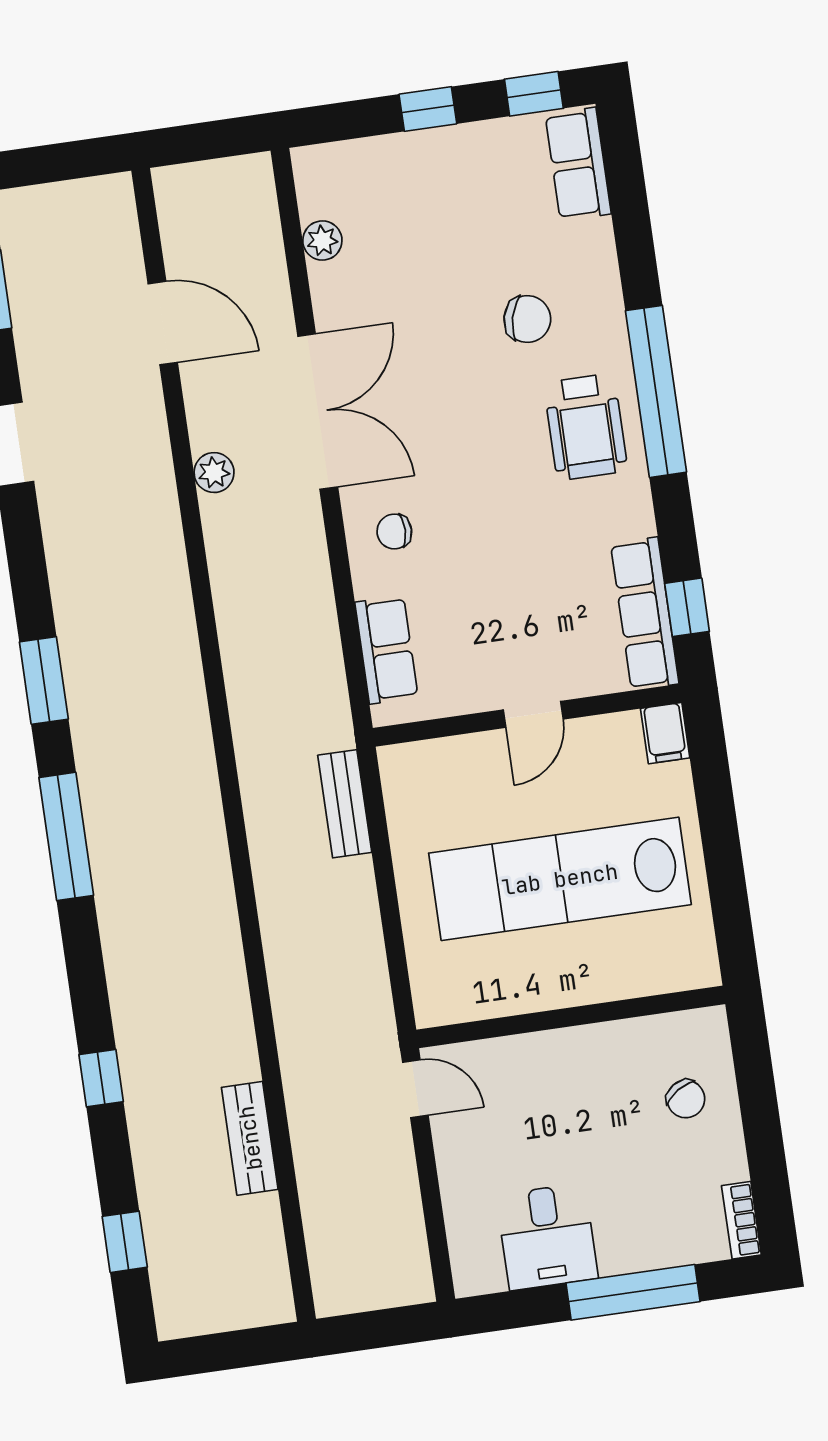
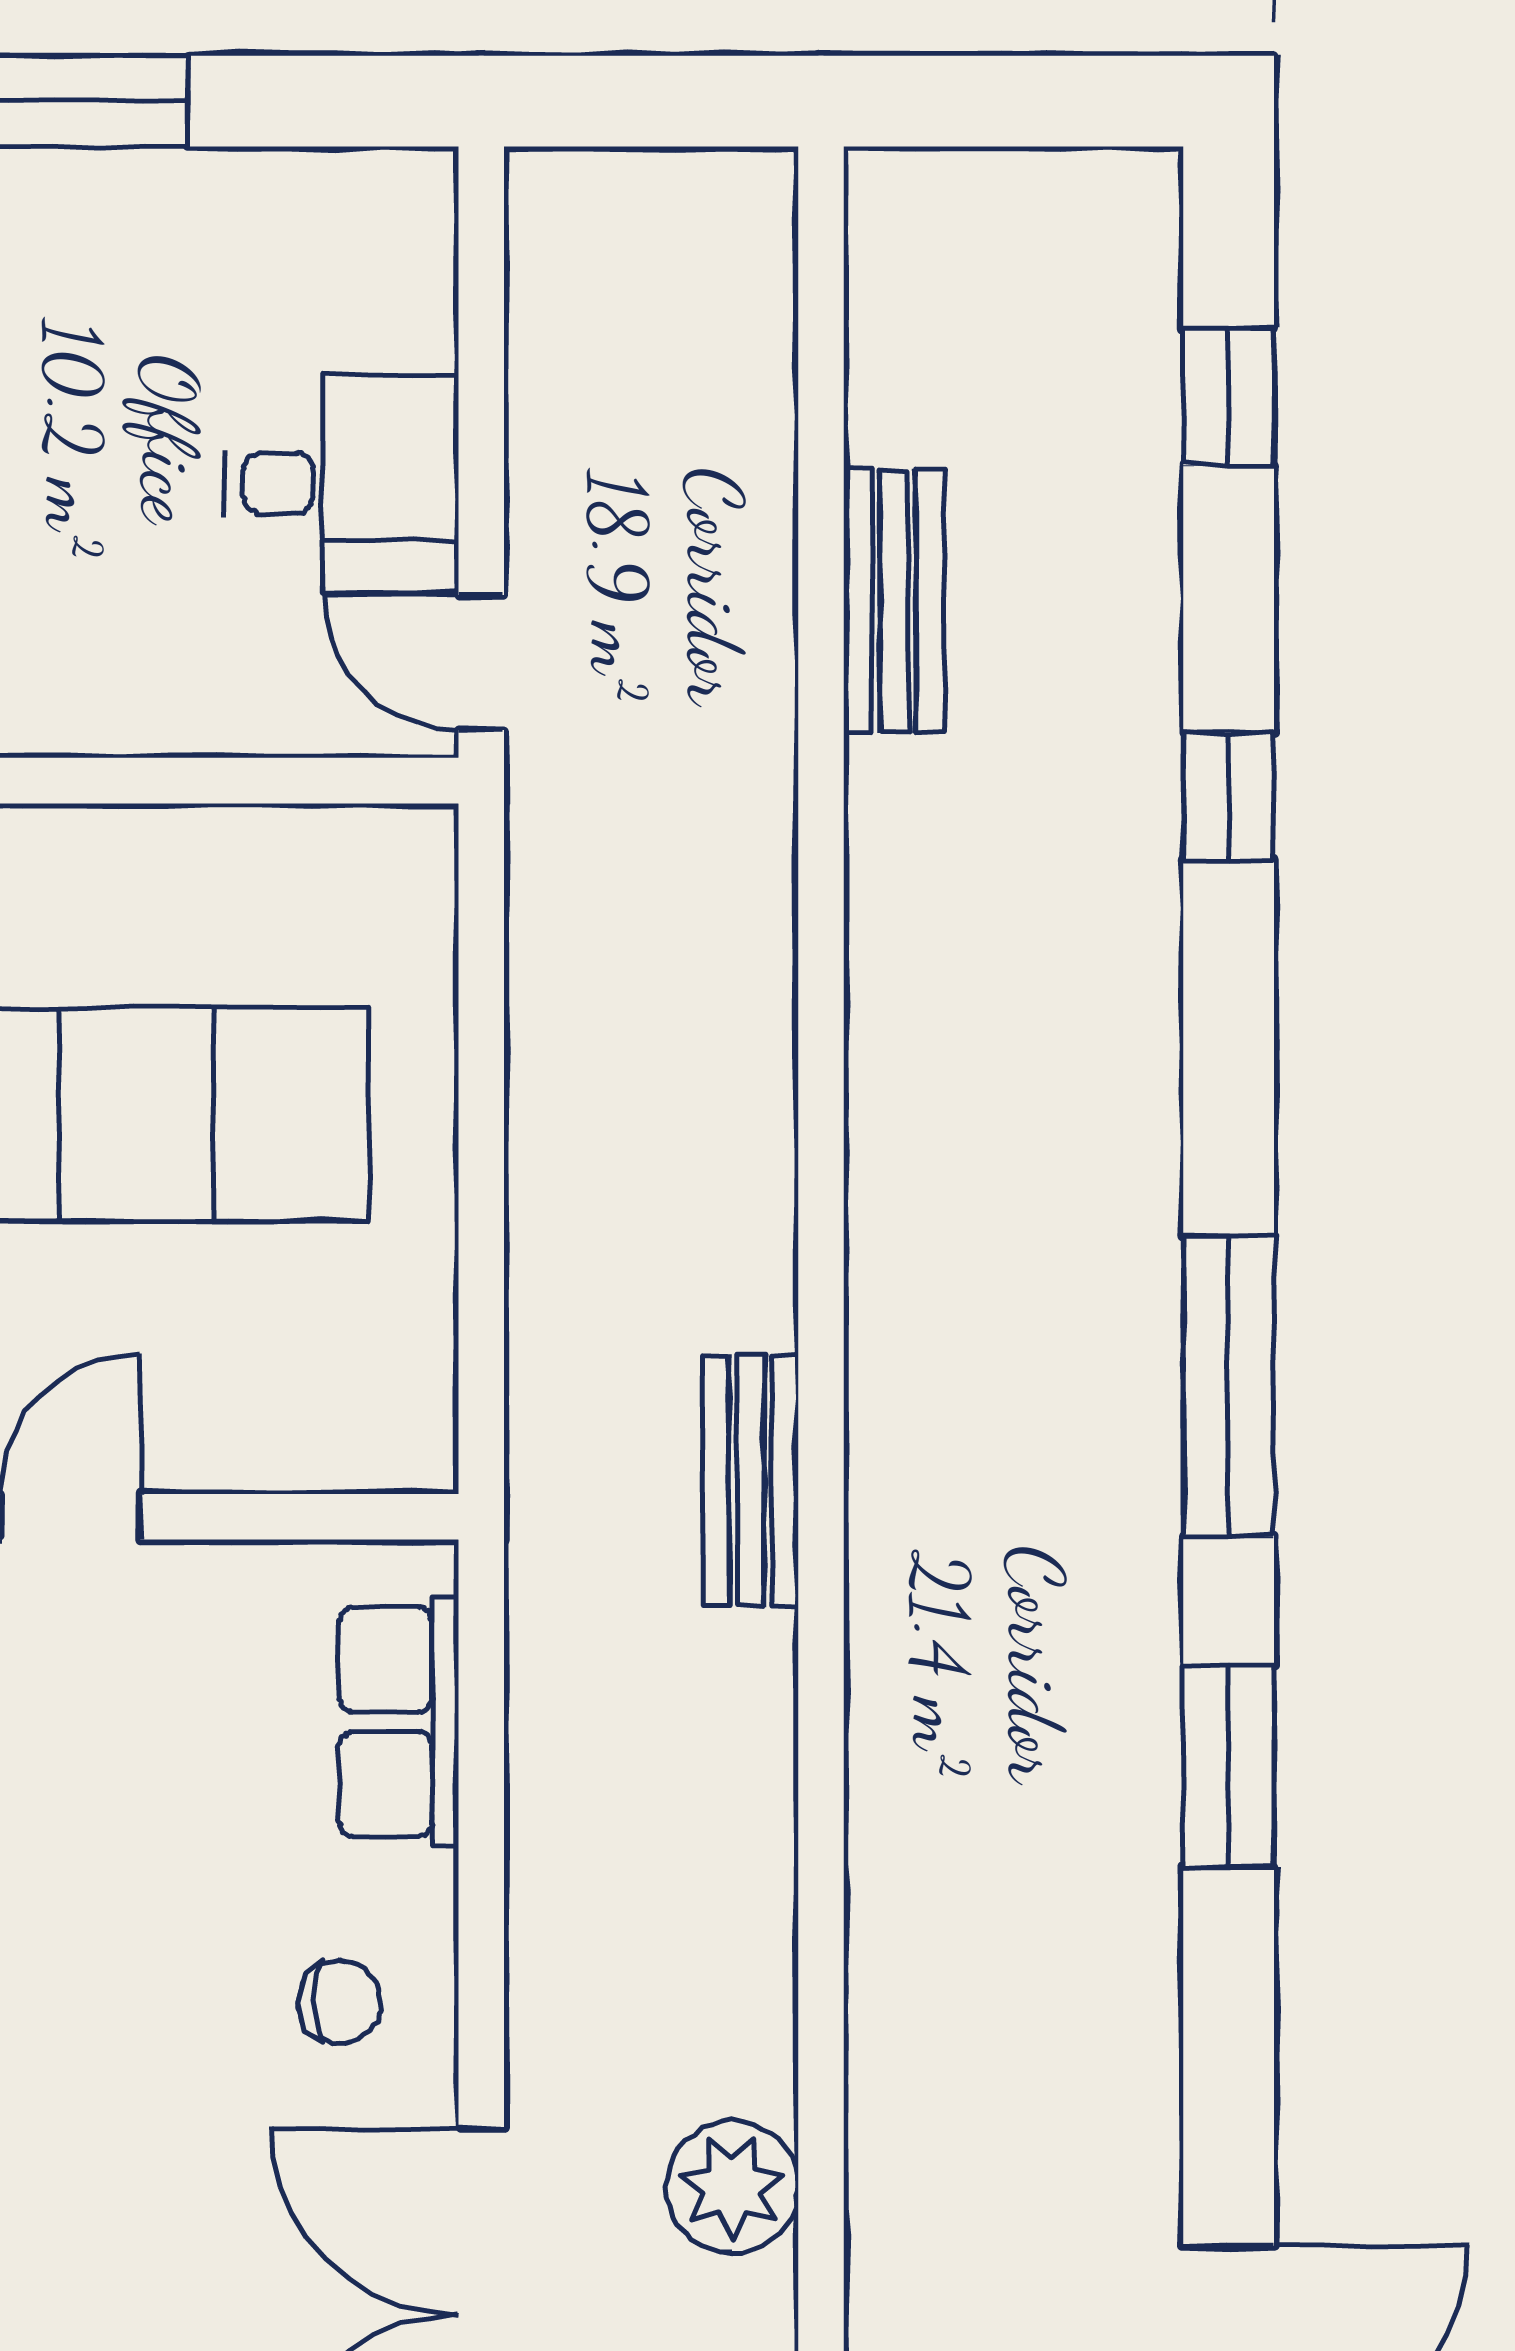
plant: (214, 473) -> (732, 2187), width x1.38, depth x1.38
bench: (345, 804) -> (750, 1481), moved
desk: (547, 1237) -> (341, 483), moved, turned 90

